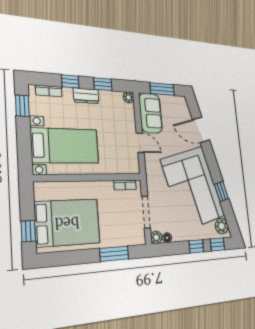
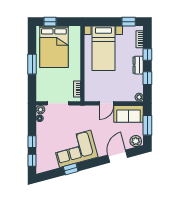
corner sofa: (193, 188) -> (75, 149), width x0.73, depth x0.74
plant: (222, 226) -> (136, 141), moved
window: (114, 254) -> (32, 64), moved

